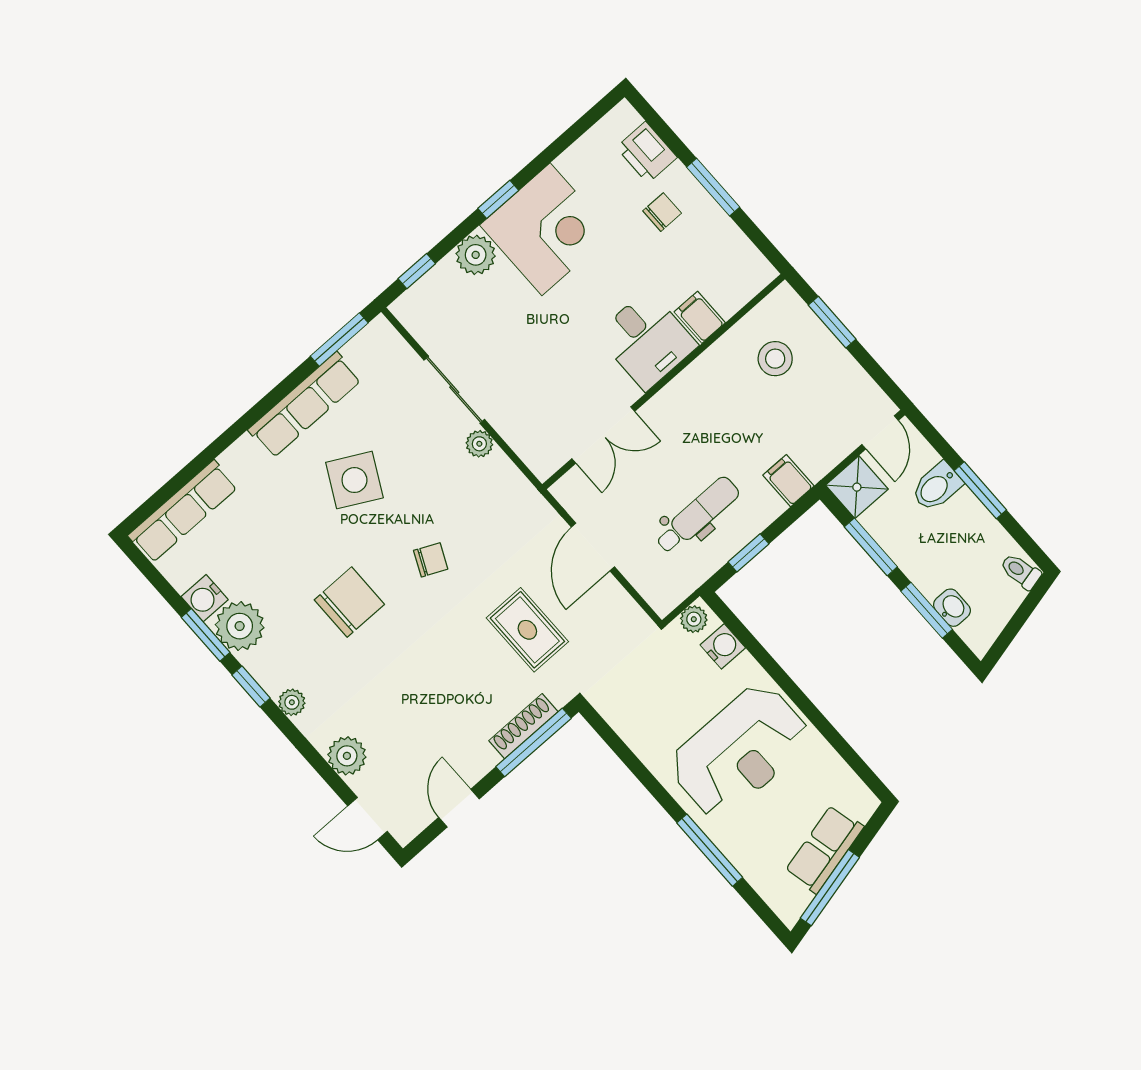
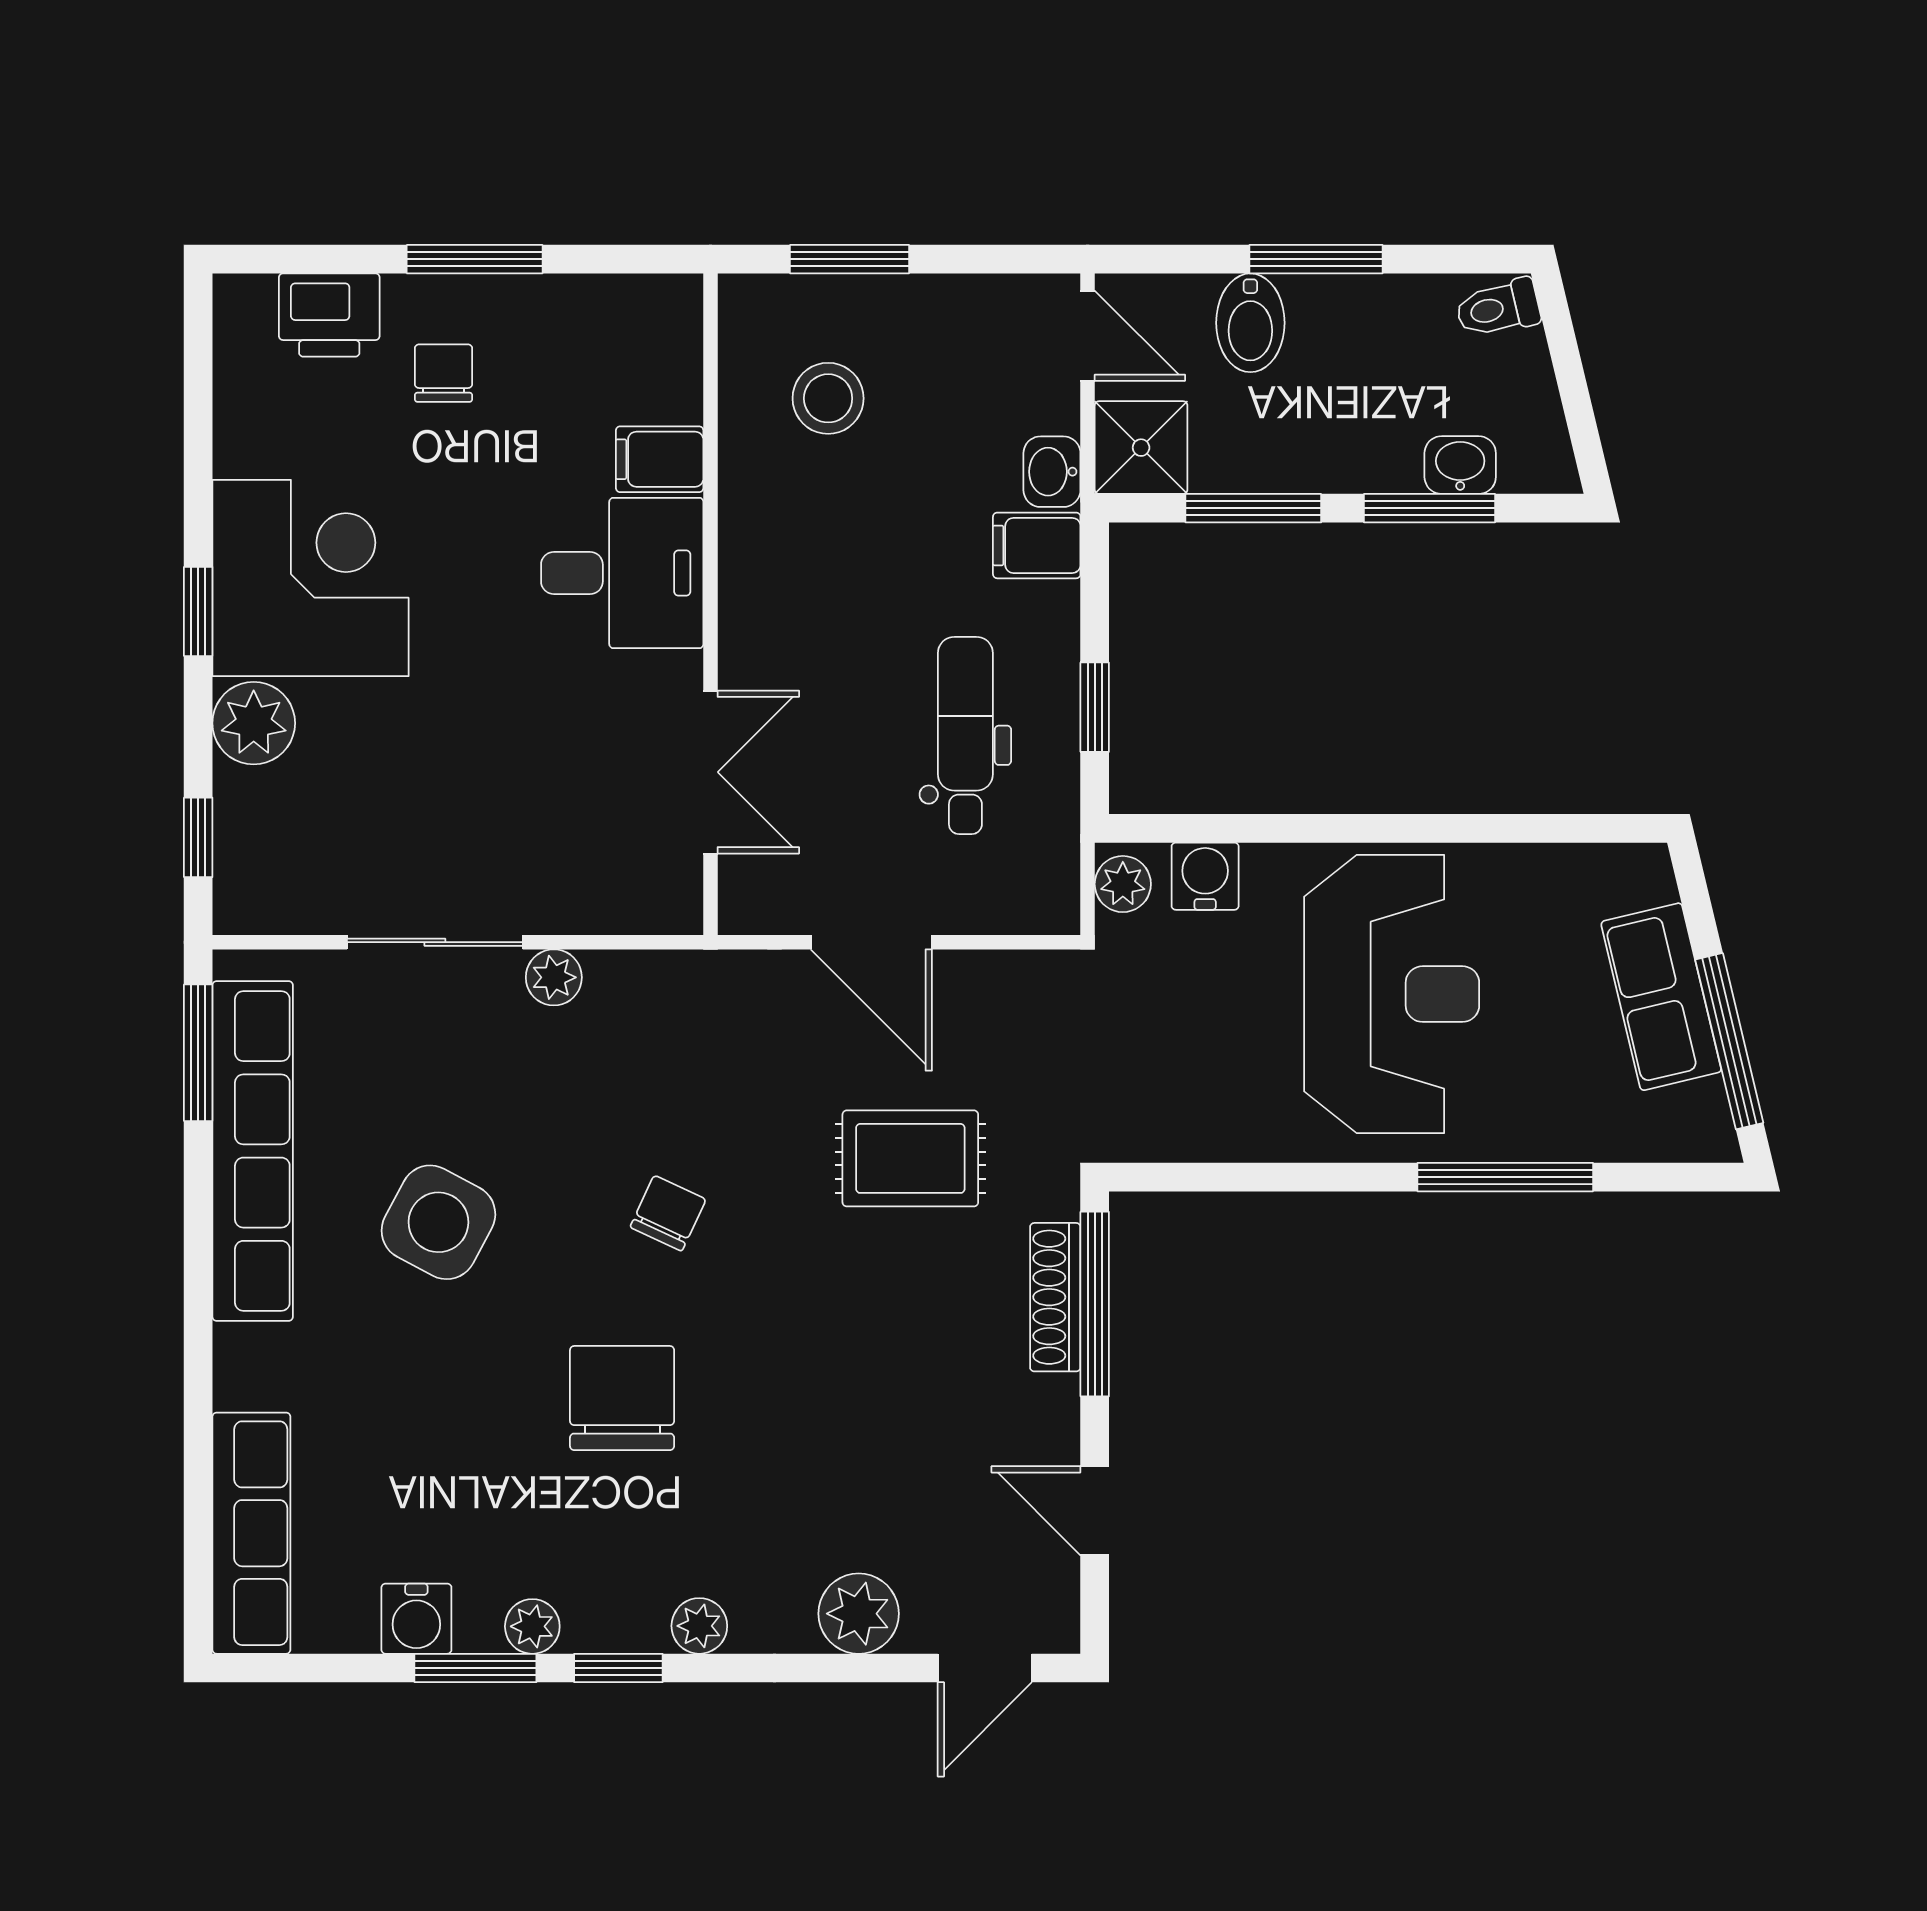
row of seats: (305, 405) -> (253, 1151), width x1.36
washbasin: (820, 463) -> (1052, 472), added
plant: (240, 626) -> (532, 1626), width x0.53, depth x0.53

